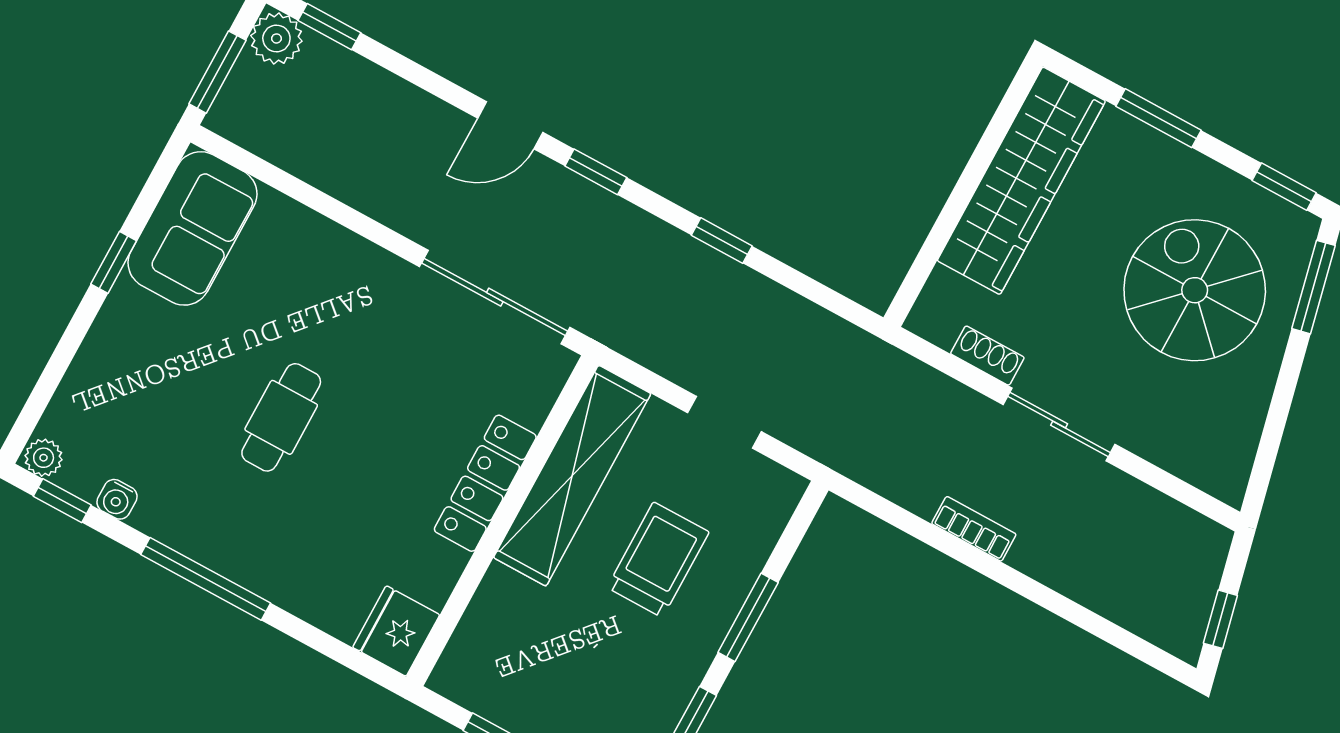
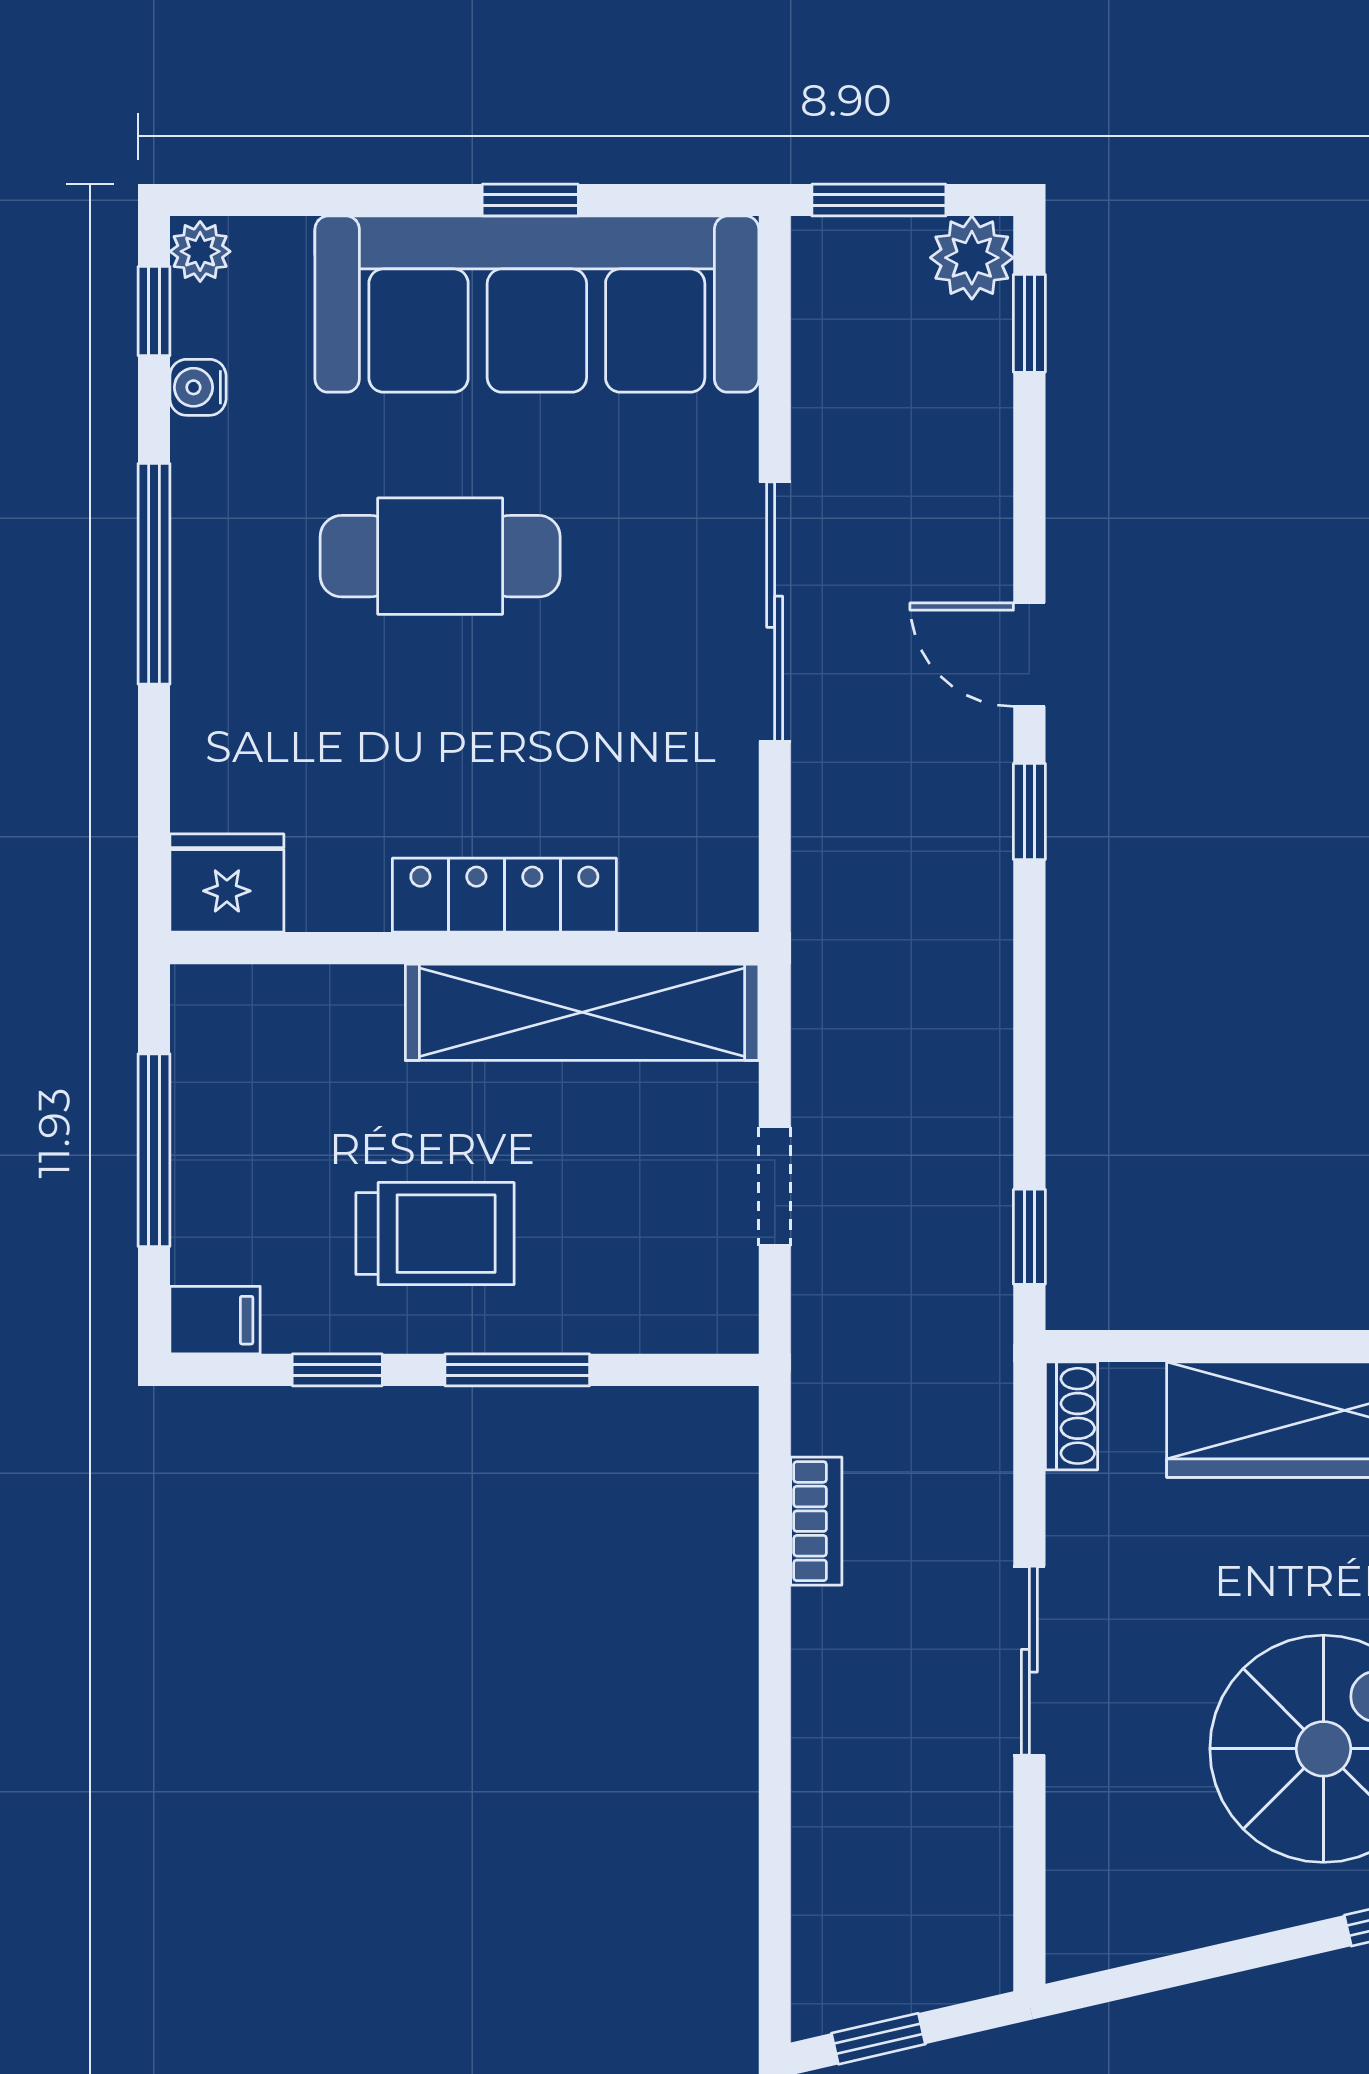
sofa: (193, 228) -> (537, 304), width x1.85, depth x1.27
window: (722, 241) -> (1029, 1237), moved
sliding door: (495, 297) -> (775, 612), moved
shoe rack: (987, 356) -> (1071, 1416), moved
cafe table: (281, 417) -> (440, 556), width x1.37, depth x1.35
bookcase: (974, 529) -> (816, 1521), moved
trolley: (658, 560) -> (435, 1234), moved

